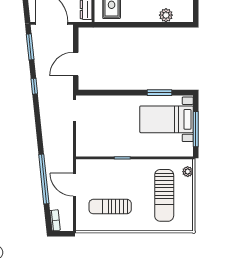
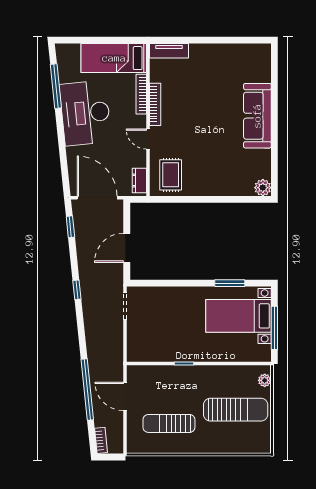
plant: (166, 15) -> (263, 188), moved
window: (30, 47) -> (70, 227), width x0.67
window: (34, 86) -> (77, 290), moved
sun lounger: (164, 195) -> (236, 410), turned -90

